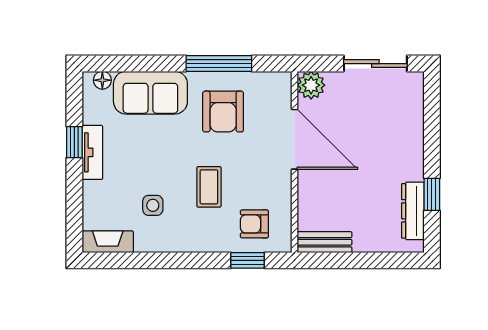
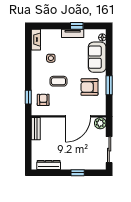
window: (219, 64) -> (109, 85), width x0.69
window: (432, 194) -> (78, 173), moved

